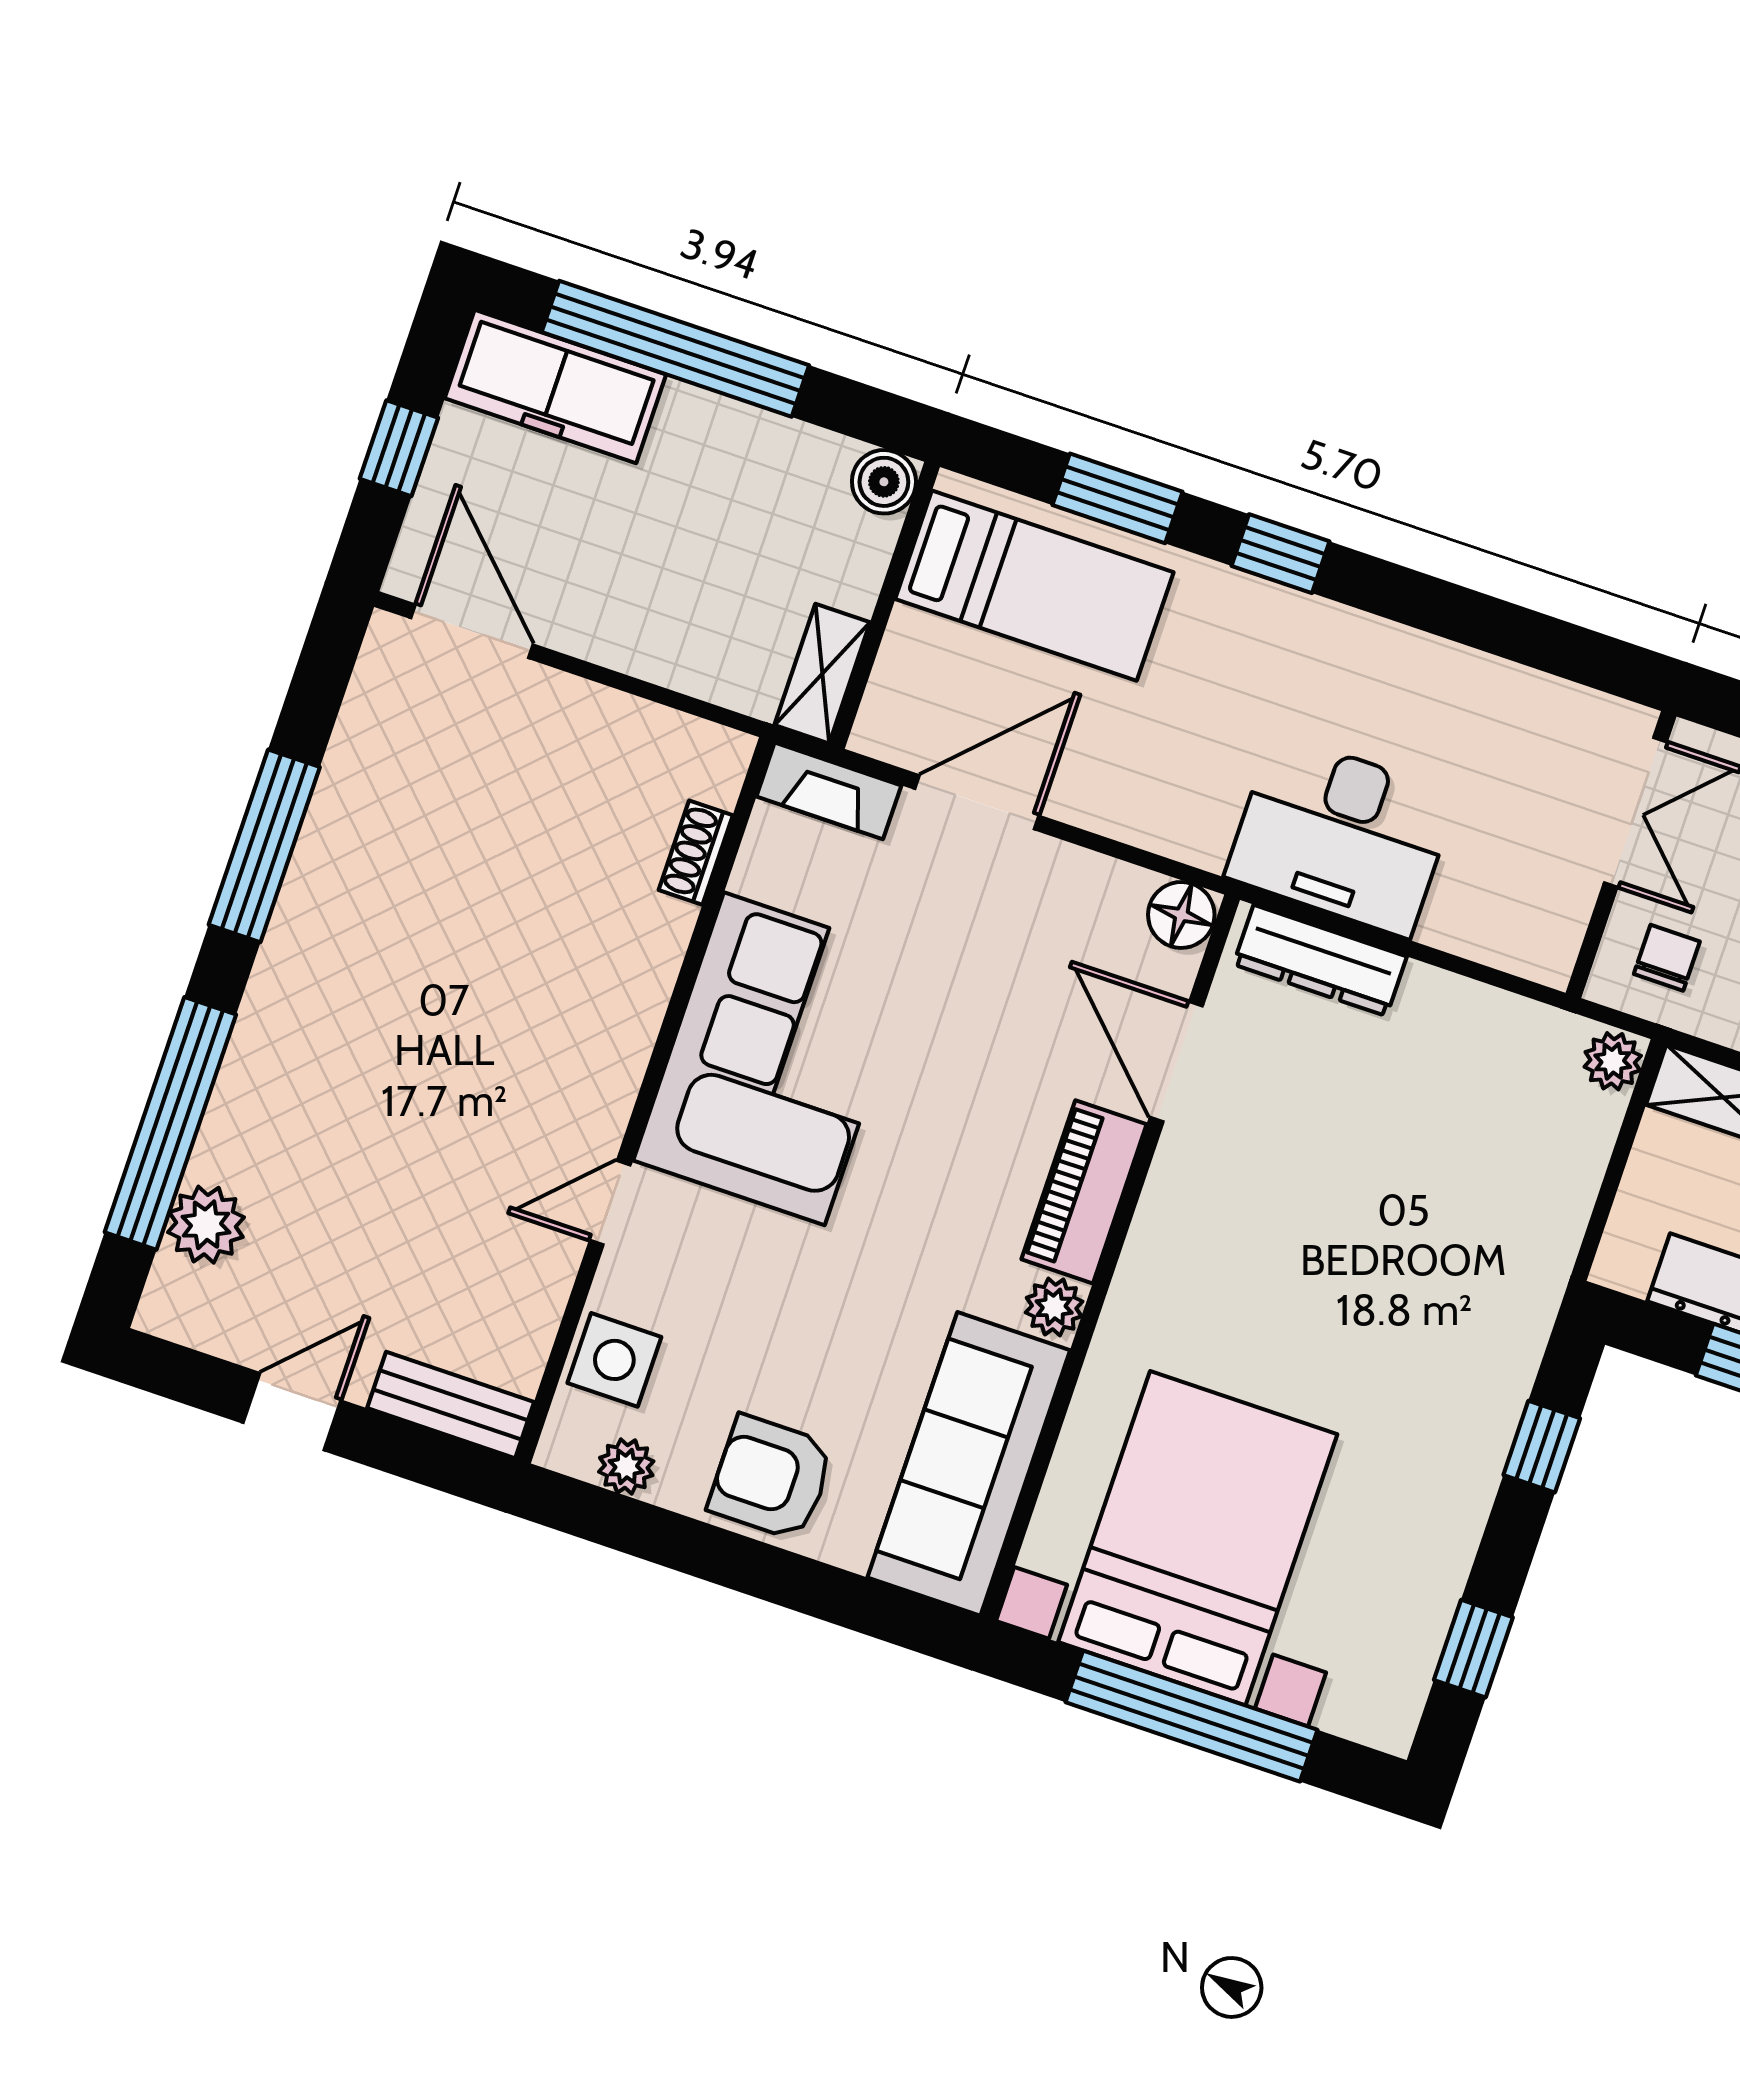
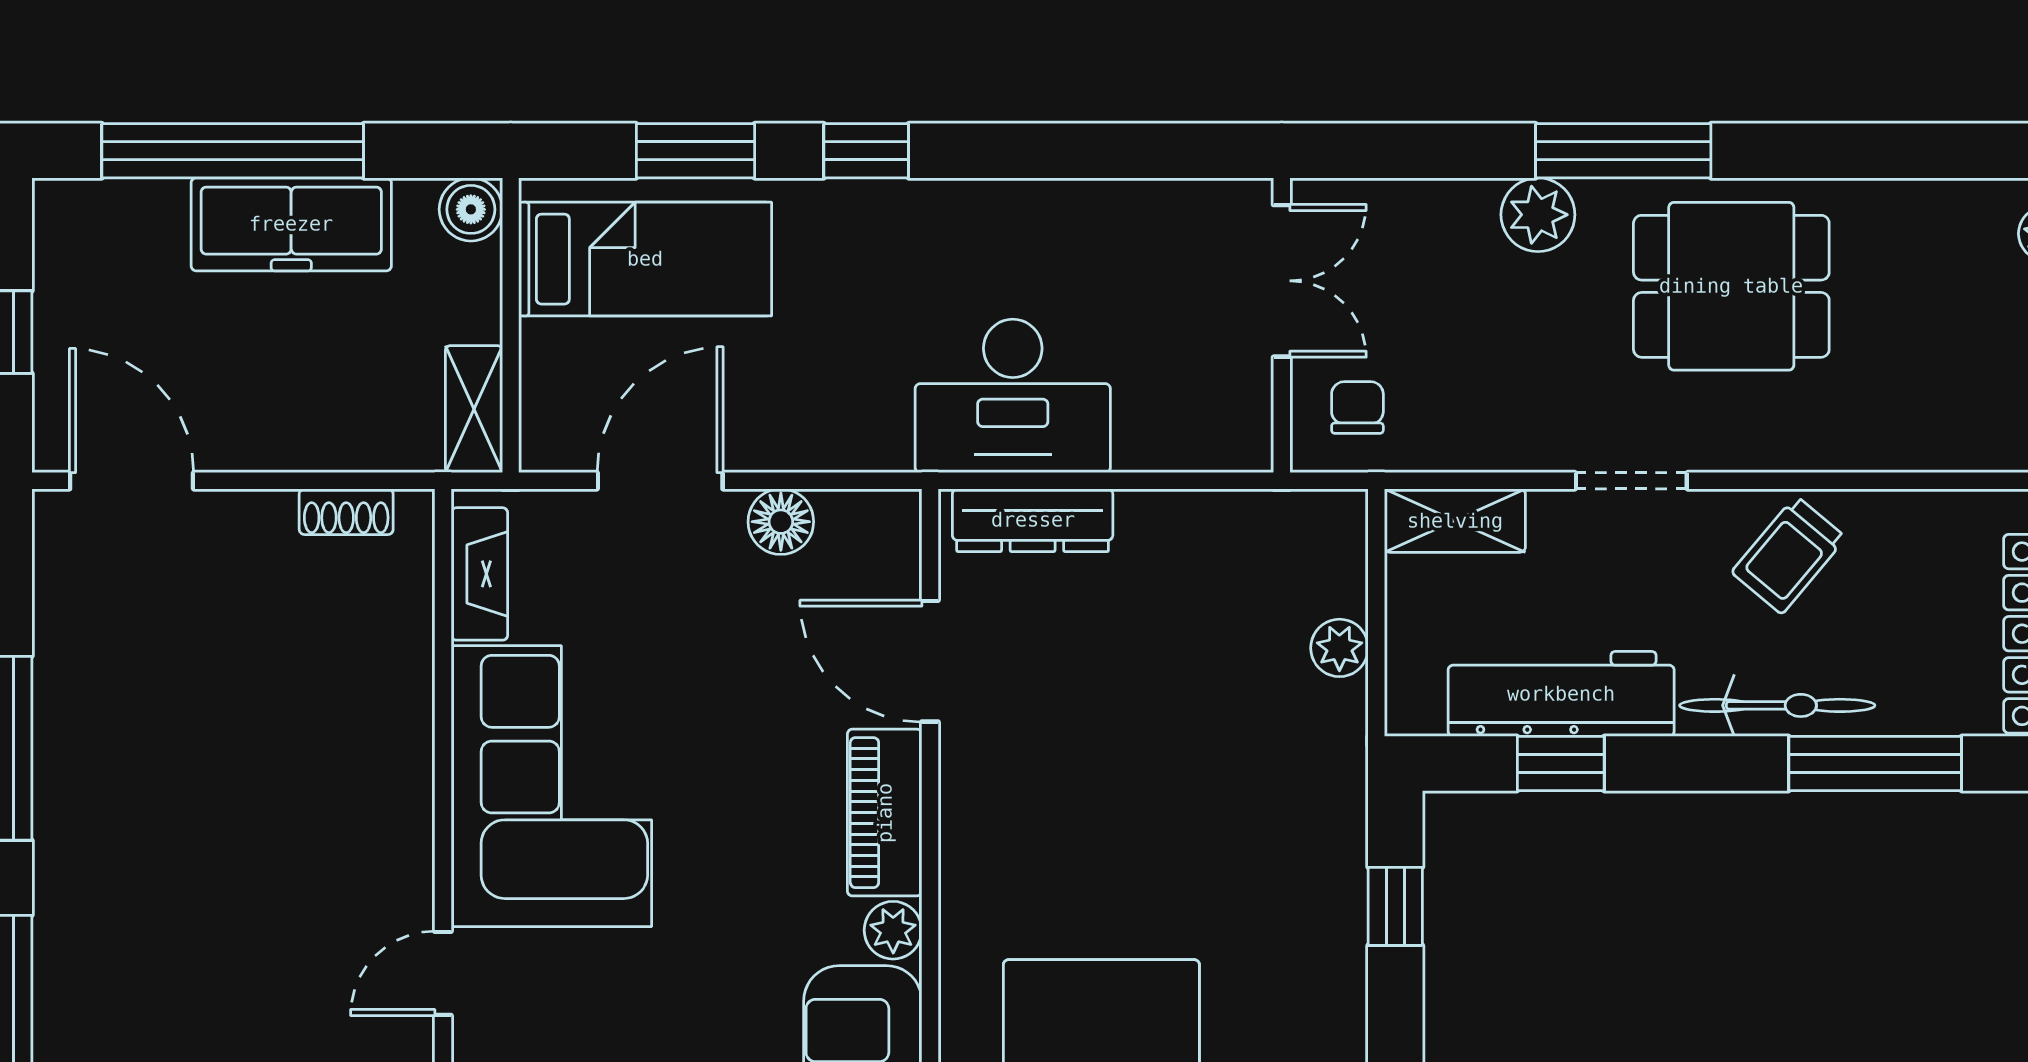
freezer: (555, 386) -> (291, 224), moved
fireplace: (829, 791) -> (479, 574), moved, turned -90
shoe rack: (696, 853) -> (346, 512), moved, turned -90
floor lamp: (1181, 915) -> (781, 522), moved
plant: (1613, 1061) -> (1339, 648), moved

